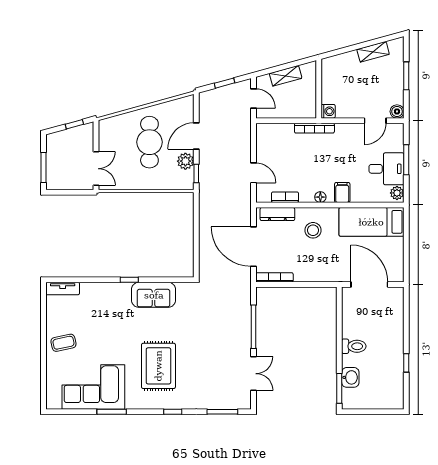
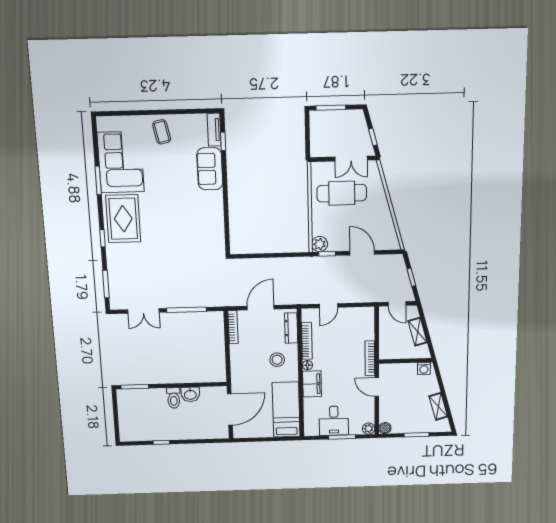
door: (253, 98) -> (397, 304), hinge flipped
washing machine: (328, 111) -> (424, 368), moved
door: (375, 121) -> (377, 387), moved
cafe table: (149, 142) -> (342, 193), moved
plant: (185, 161) -> (320, 244), moved
double door: (96, 169) -> (351, 159), moved
filing cabinet: (342, 192) -> (312, 384), width x2.00
plant: (397, 193) -> (369, 429), moved
bookcase: (285, 197) -> (307, 341), width x1.56
door: (253, 247) -> (261, 308), width x0.73
window: (129, 280) -> (223, 141), moved
sofa: (154, 295) -> (210, 169), moved
rug: (158, 366) -> (123, 219), moved, turned 90
washbasin: (350, 377) -> (190, 394), moved

